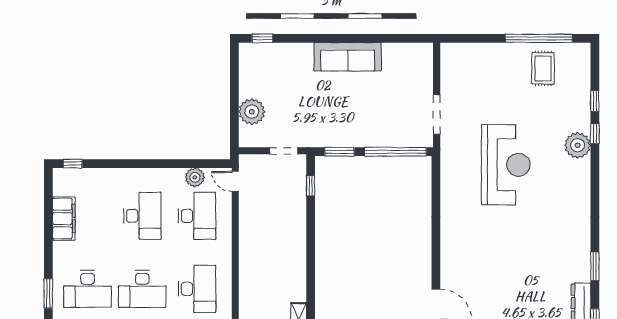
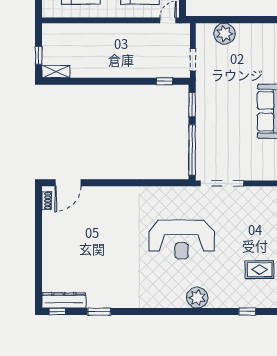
window: (595, 101) -> (247, 312), moved
doorway: (437, 115) -> (222, 183), width x1.36
window: (595, 133) -> (207, 312), removed

